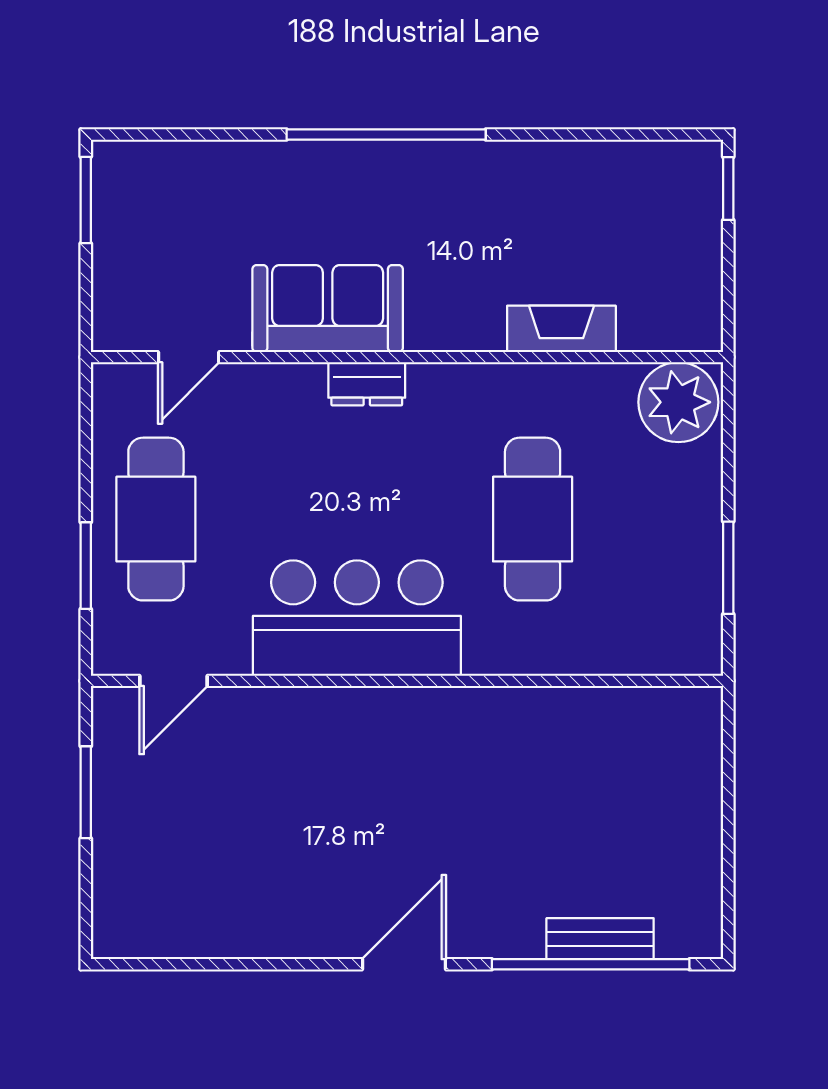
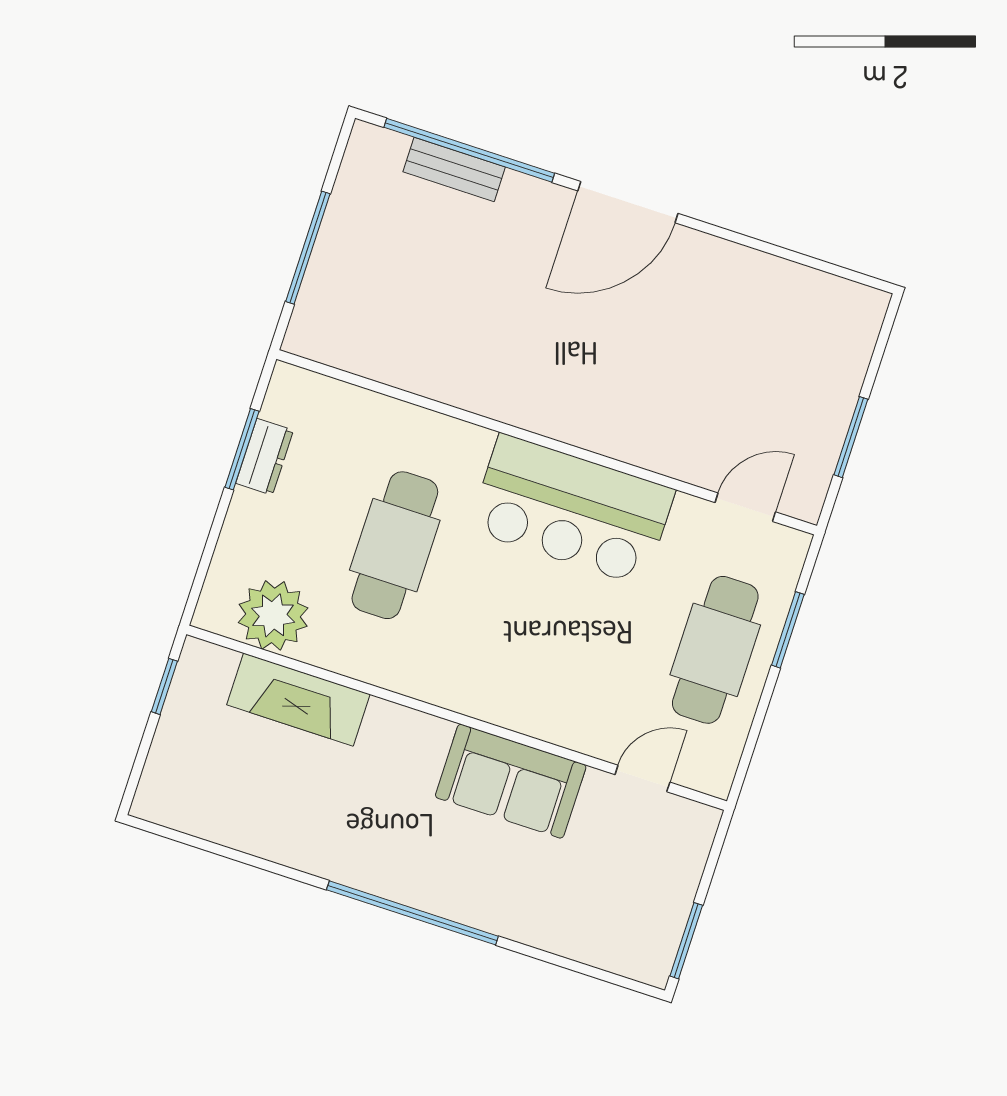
window: (728, 189) -> (164, 686), moved
fireplace: (561, 329) -> (298, 700), width x1.37, depth x1.32
dresser: (367, 384) -> (265, 457), moved, turned 90
plant: (678, 402) -> (273, 615), moved
window: (728, 805) -> (308, 248), added
door: (404, 964) -> (628, 202), width x1.36

